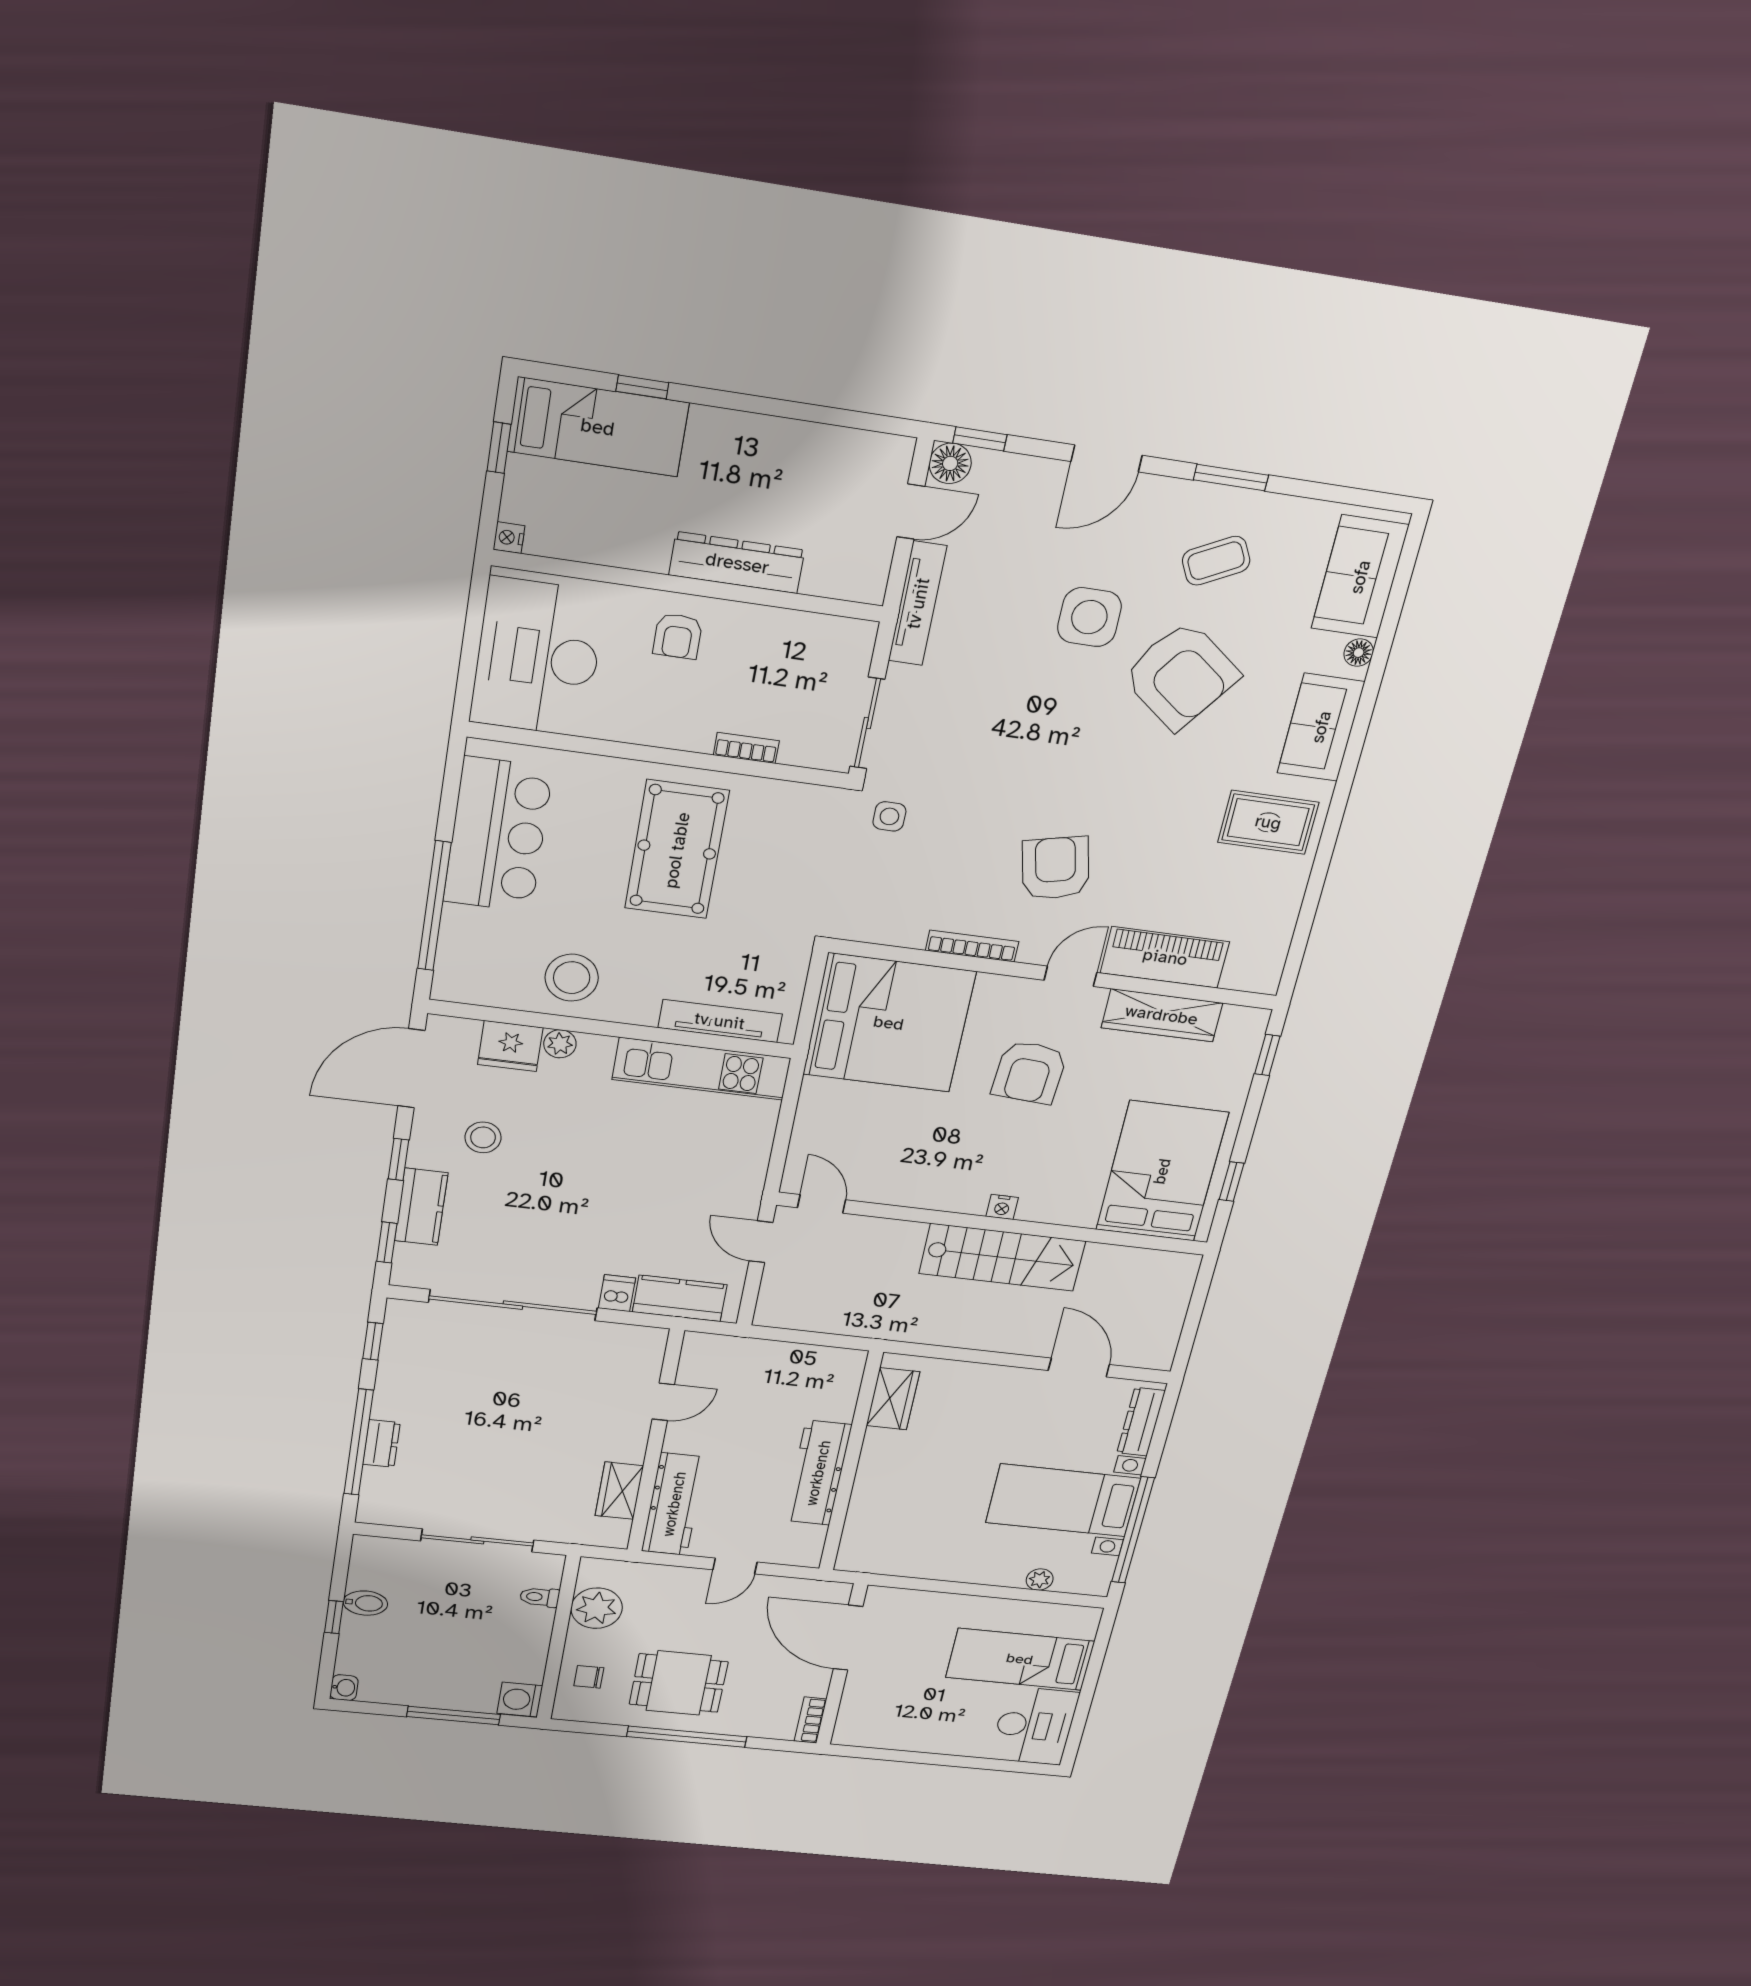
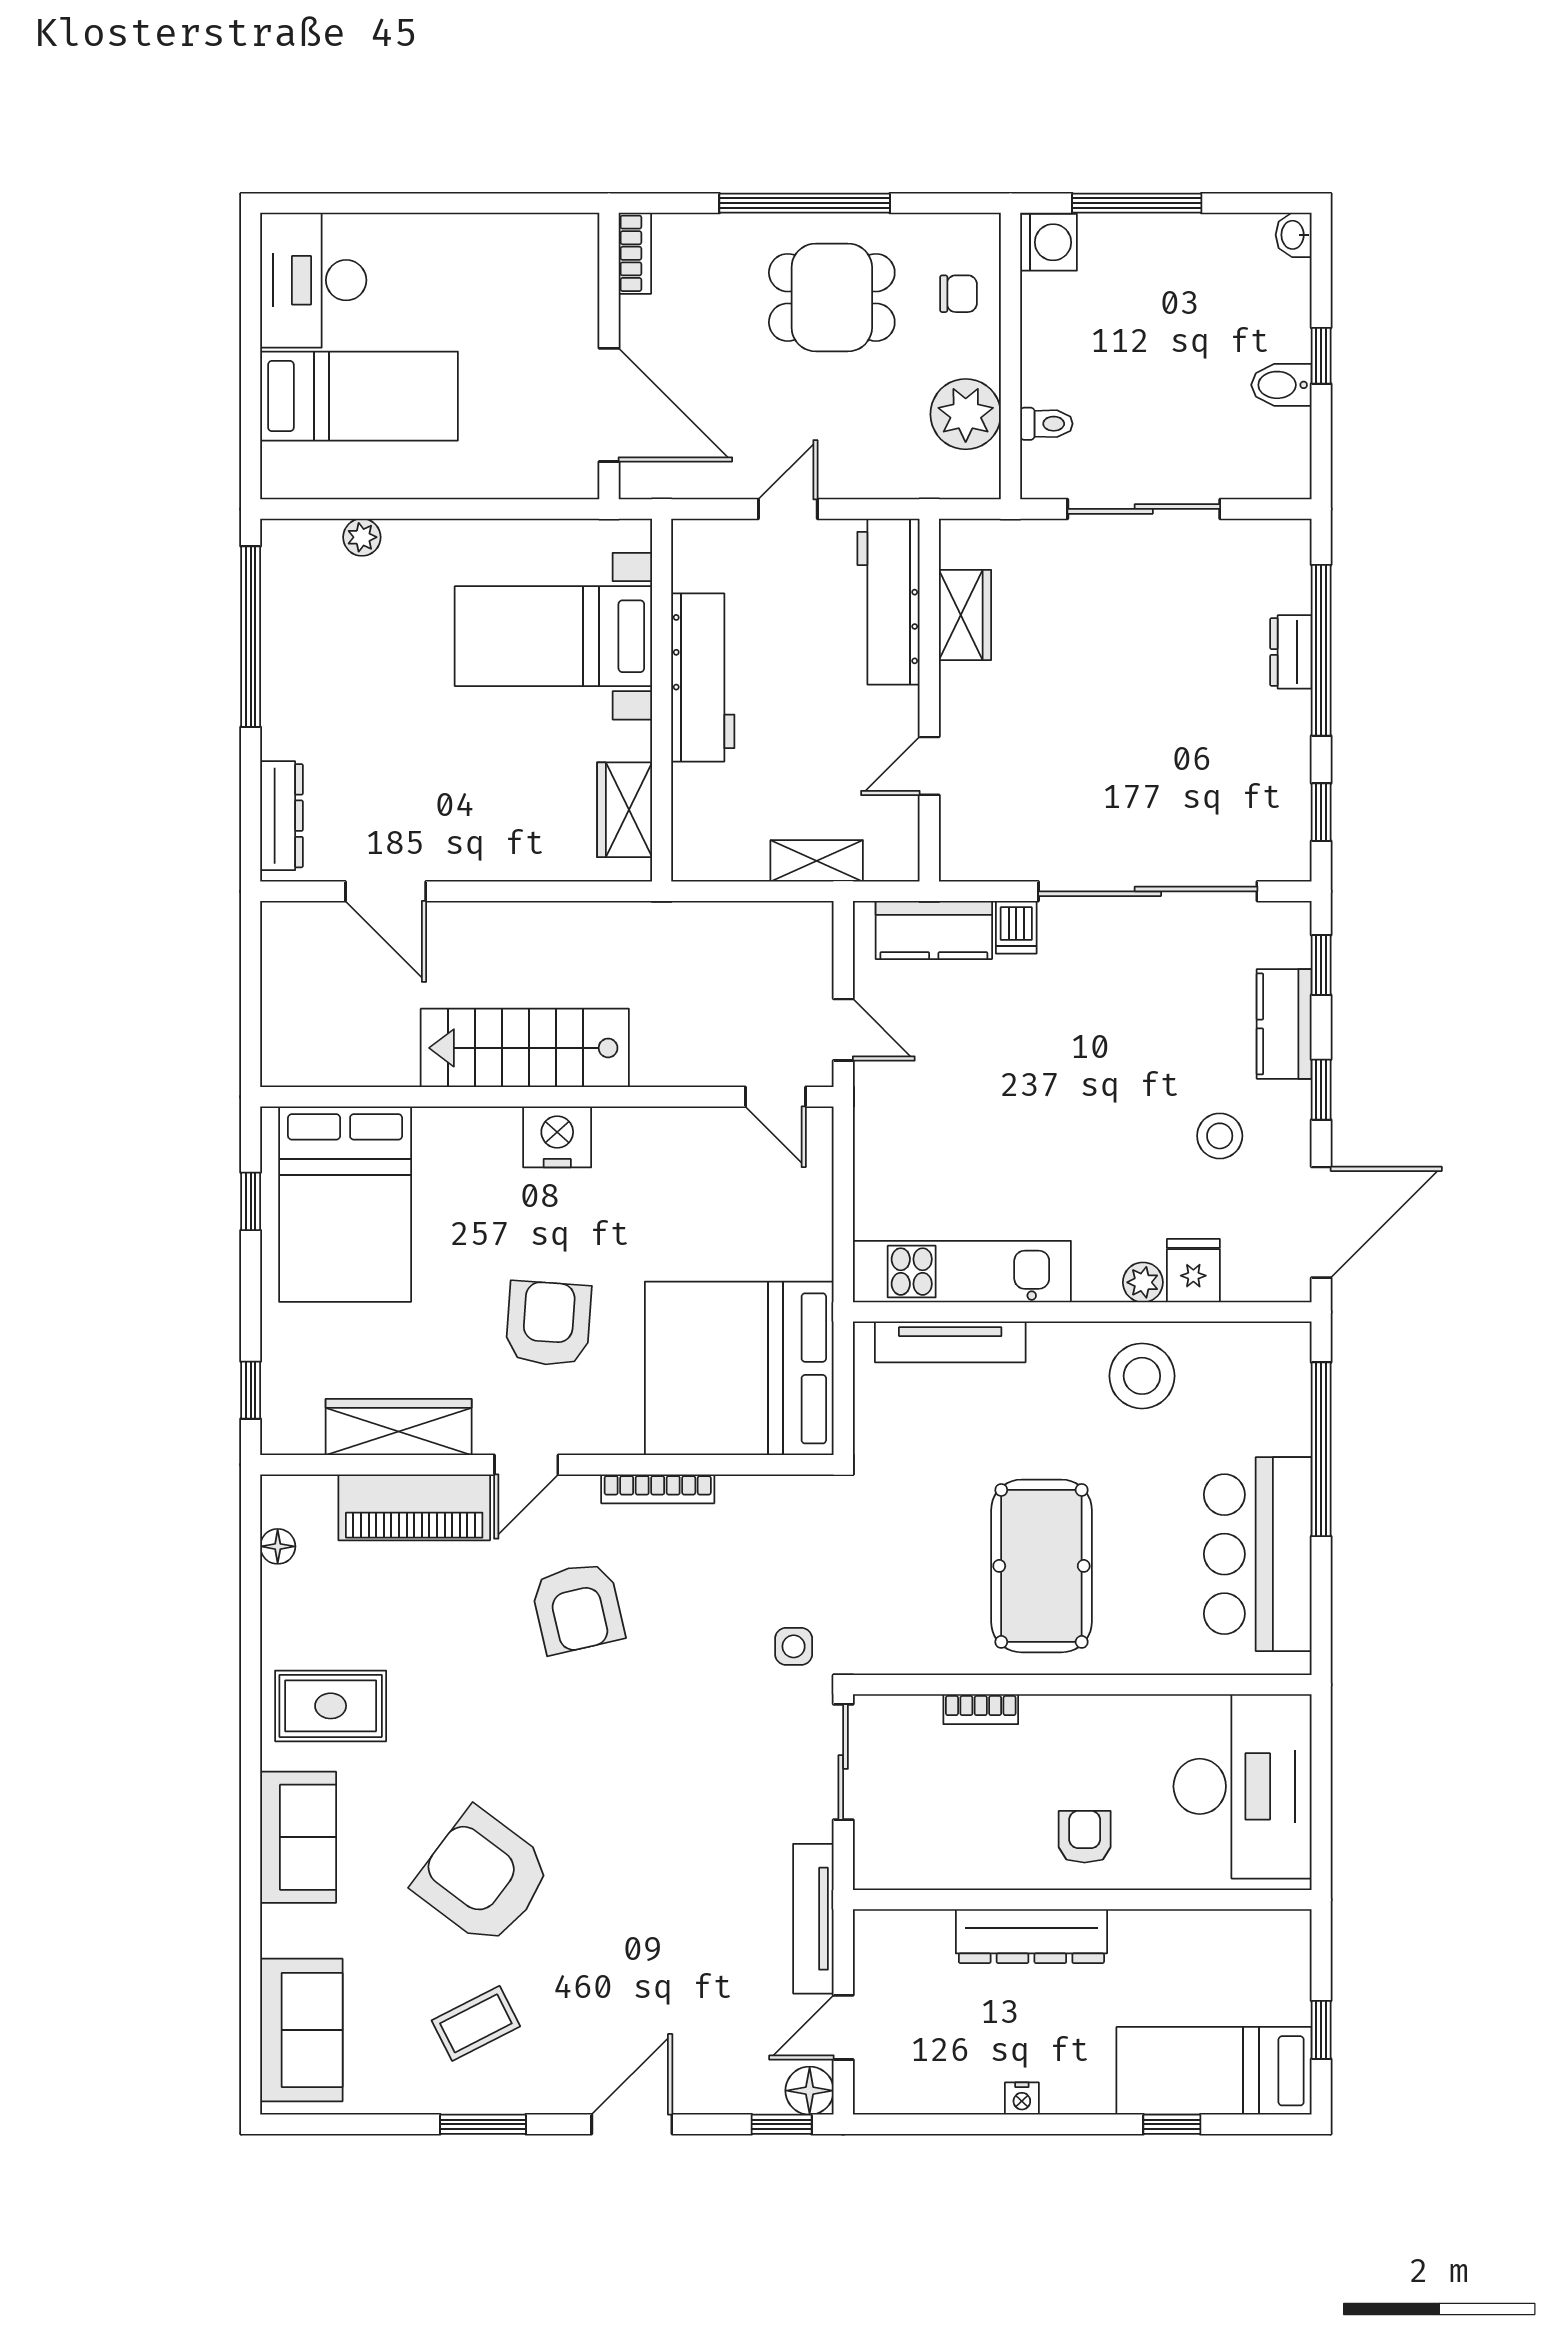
nightstand: (509, 538) -> (1022, 2099), moved, turned 90
side table: (1089, 617) -> (609, 1933), removed
floor lamp: (1359, 653) -> (278, 1546), moved
fridge: (510, 1046) -> (1193, 1271), width x0.72
nightstand: (1002, 1207) -> (557, 1137), width x1.89, depth x1.79
shelving: (759, 1352) -> (817, 861), added
bed with nightstands: (1063, 1500) -> (553, 636), moved, turned 180

